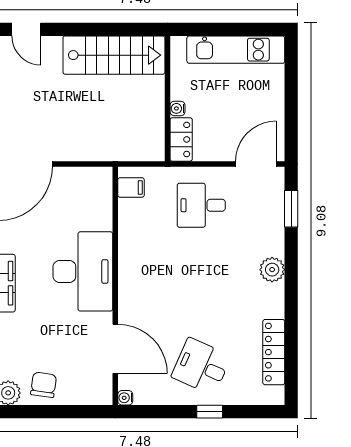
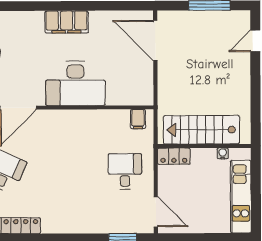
stairs: (114, 55) -> (201, 130), moved, turned 90
water cooler: (178, 108) -> (223, 153), moved
plant: (272, 270) -> (77, 224), removed

